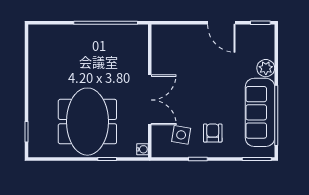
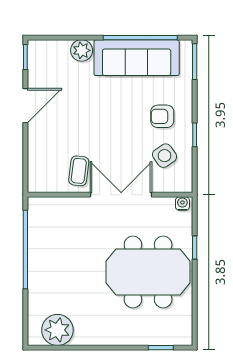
plant: (41, 49) -> (57, 330), added
coffee table: (169, 66) -> (79, 171), added
side table: (181, 135) -> (165, 156), turned 45

